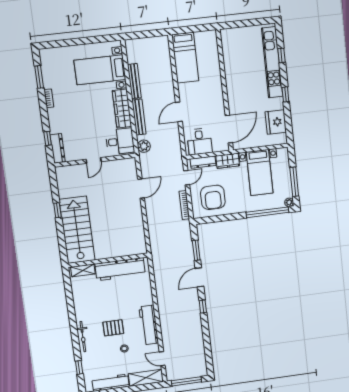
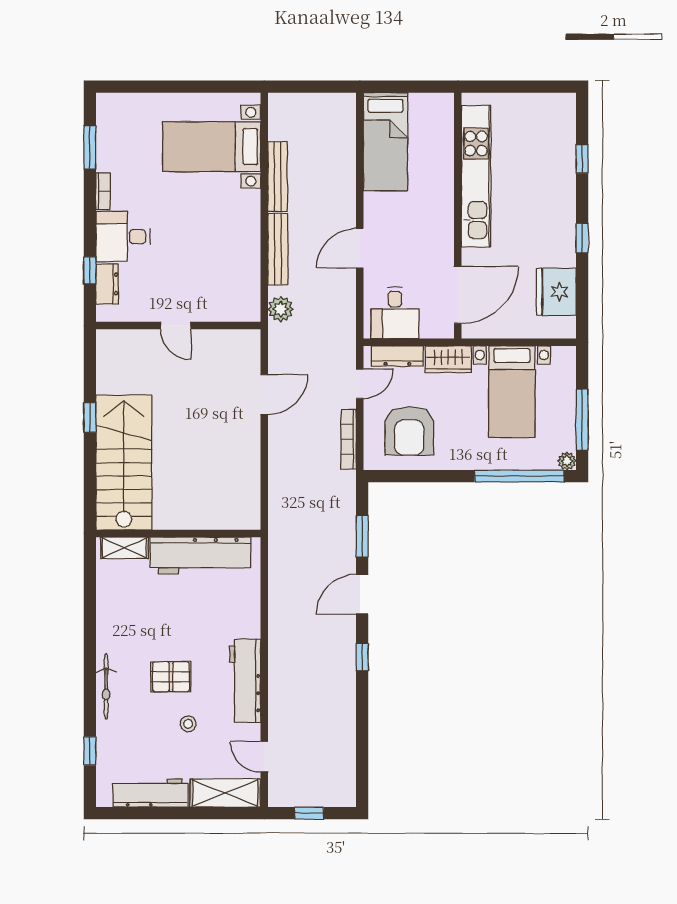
kitchen unit: (272, 62) -> (476, 176), moved, turned 180
wardrobe: (122, 109) -> (246, 228), removed
desk: (120, 141) -> (123, 237), moved, turned 180
dresser: (58, 148) -> (107, 284), width x0.70
door: (94, 160) -> (176, 326), hinge flipped
window: (186, 381) -> (309, 813), width x0.46

